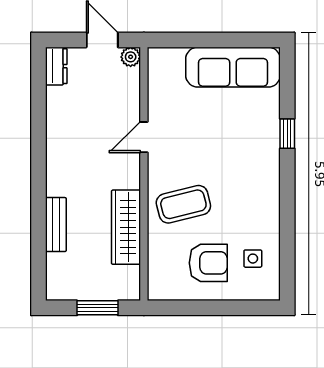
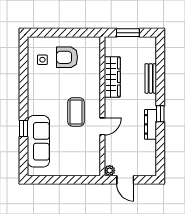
dresser: (56, 66) -> (150, 124), moved, width x1.44
sofa: (233, 67) -> (38, 141), moved, turned 90
window: (38, 160) -> (160, 114), added
coffee table: (183, 204) -> (76, 112), moved, turned -76

